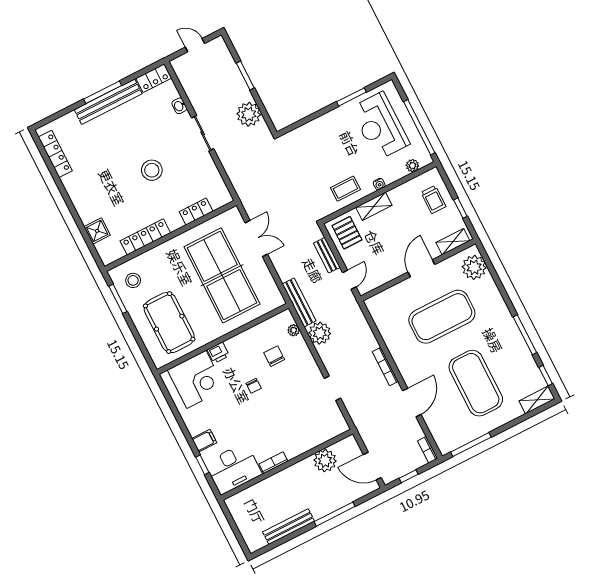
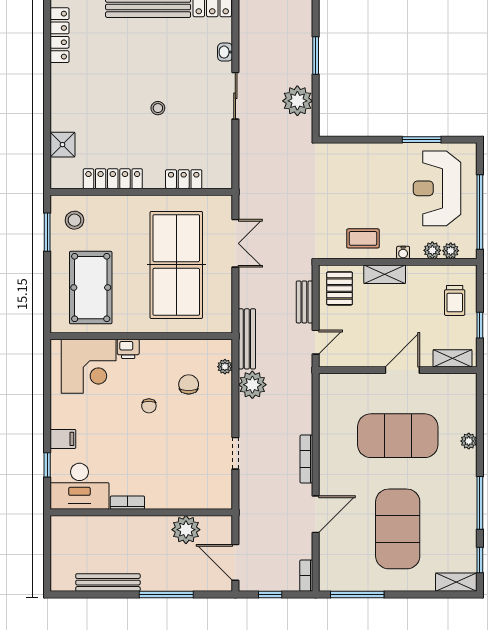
stool: (152, 170) -> (158, 108), width x0.53, depth x0.53
plant: (399, 172) -> (432, 250), added
plant: (474, 267) -> (469, 441), moved, width x0.53, depth x0.53

